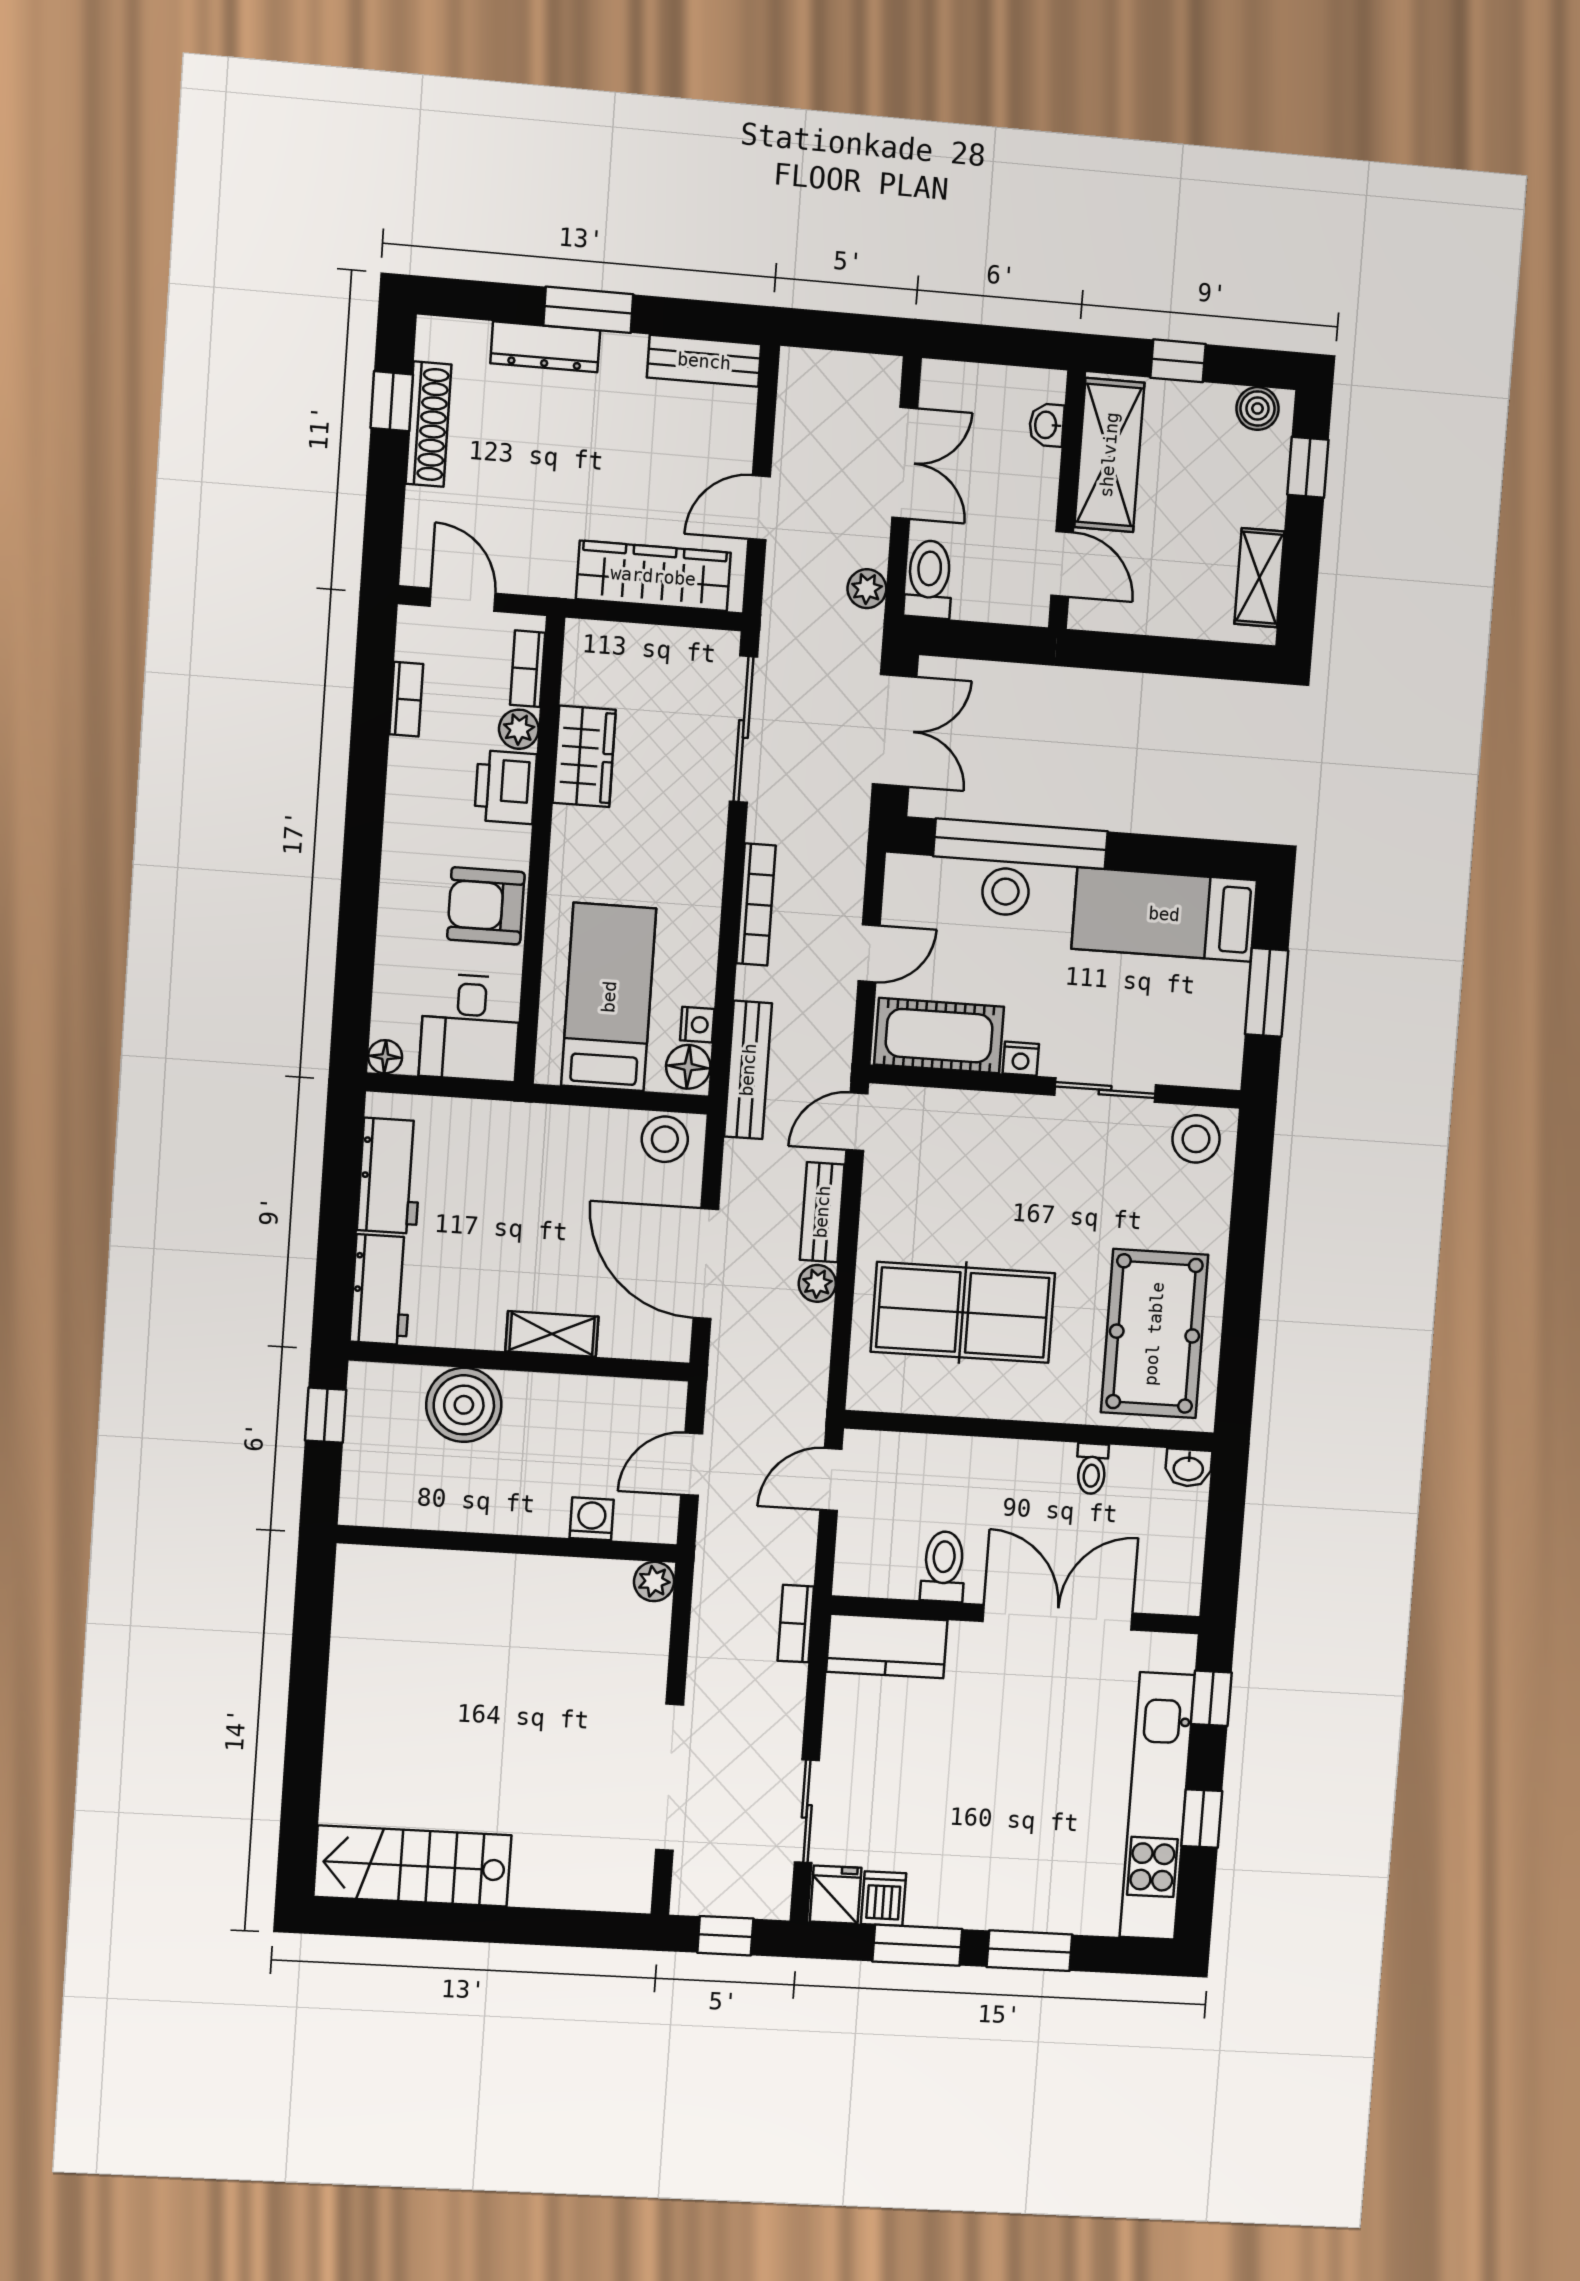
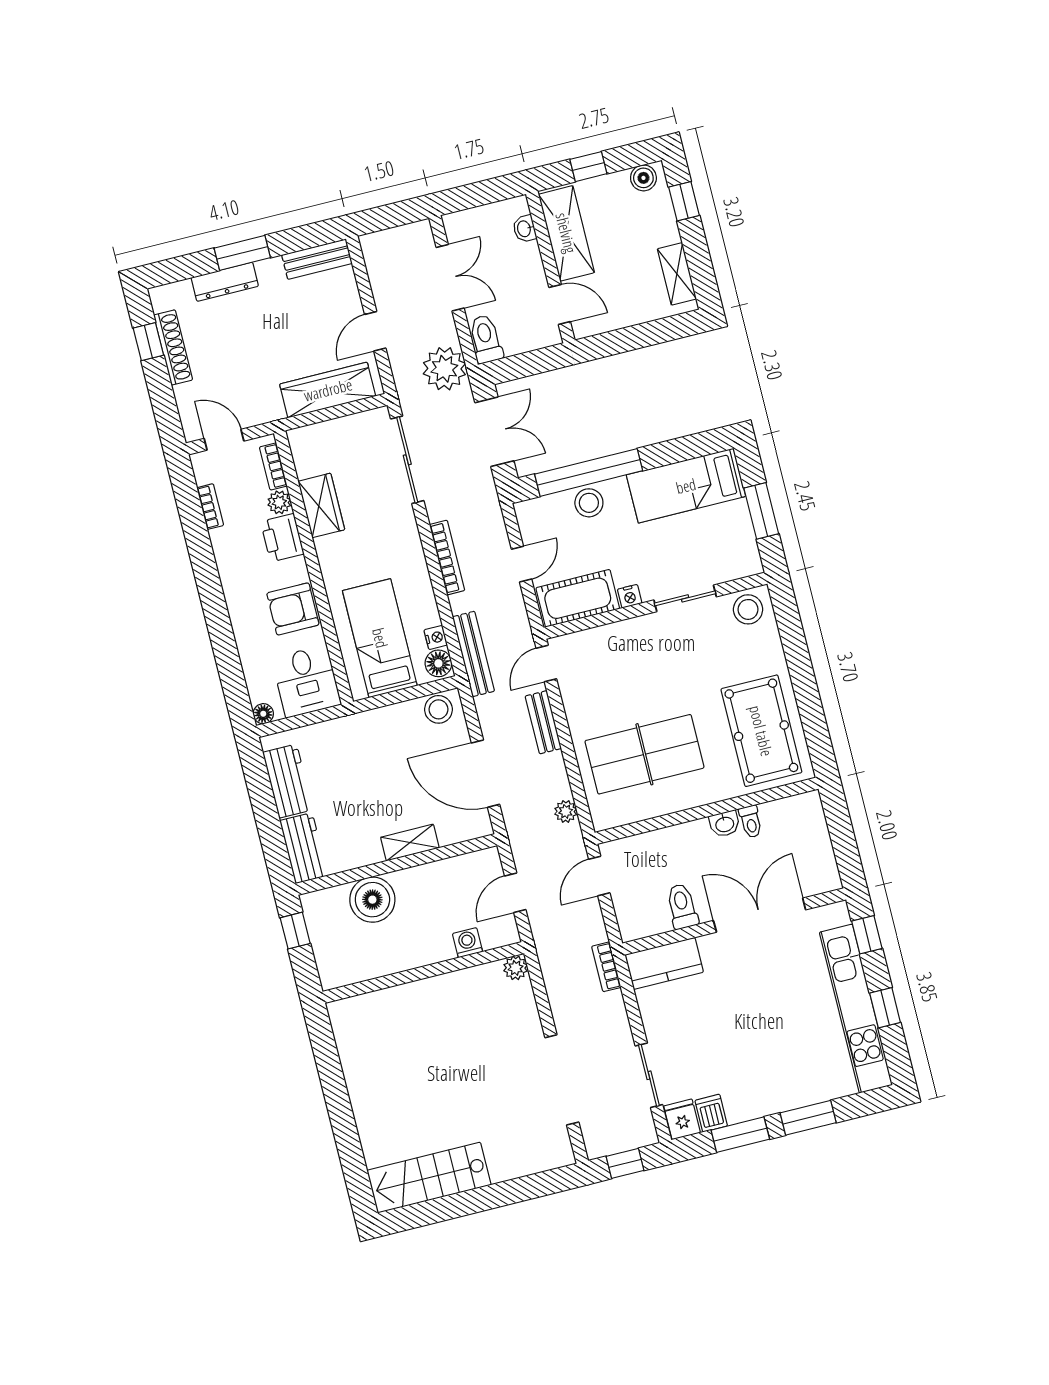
plant: (867, 589) -> (444, 369), width x1.87, depth x1.87
plant: (817, 1283) -> (566, 811), moved
washbasin: (1188, 1468) -> (725, 824), moved

